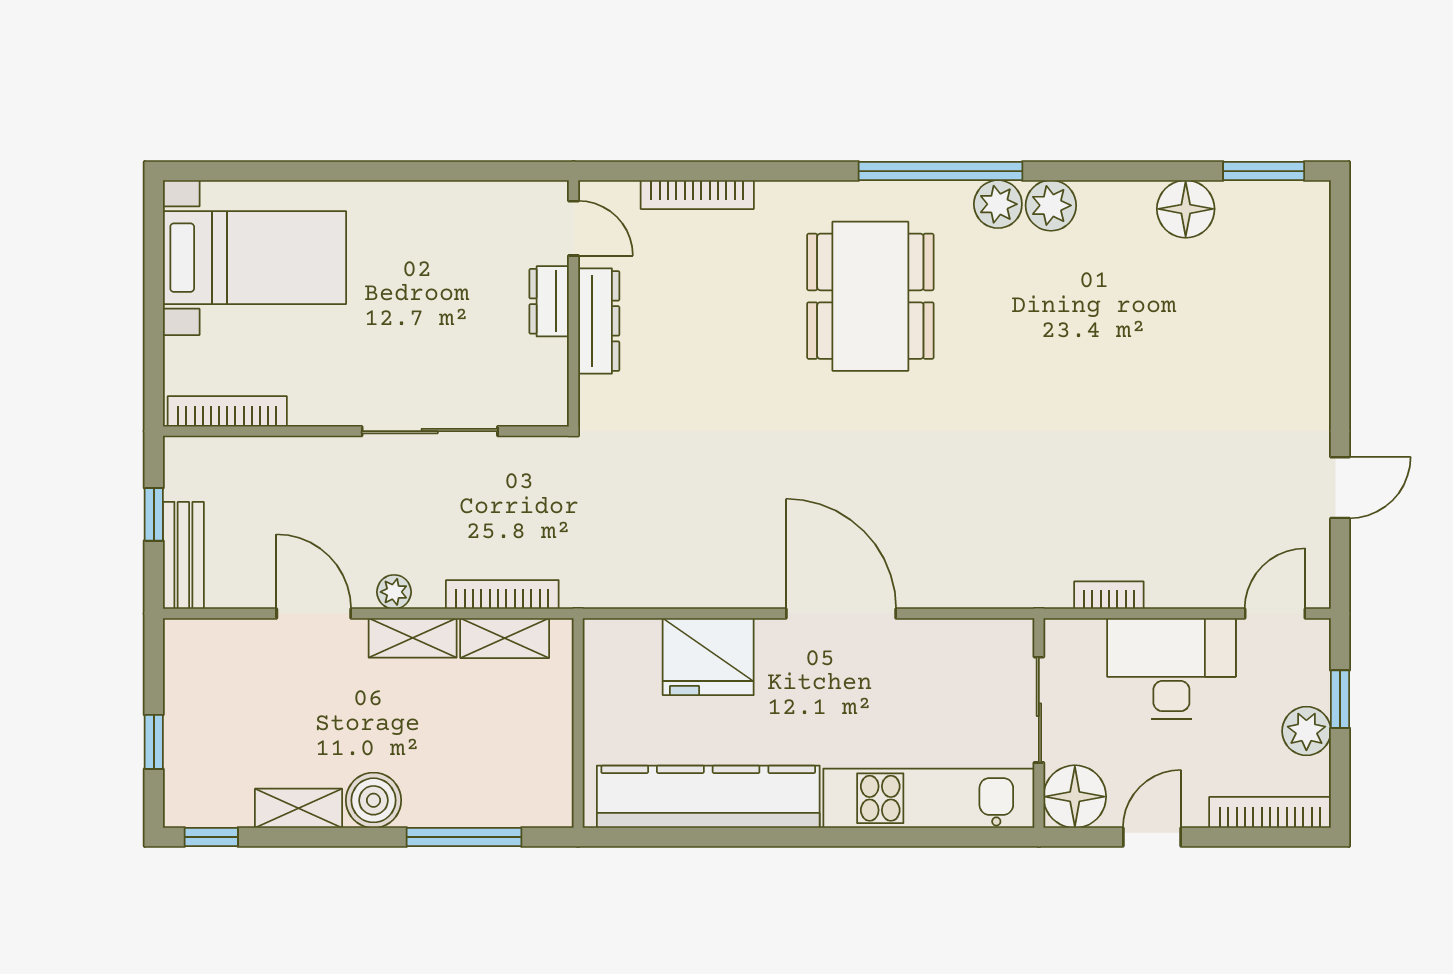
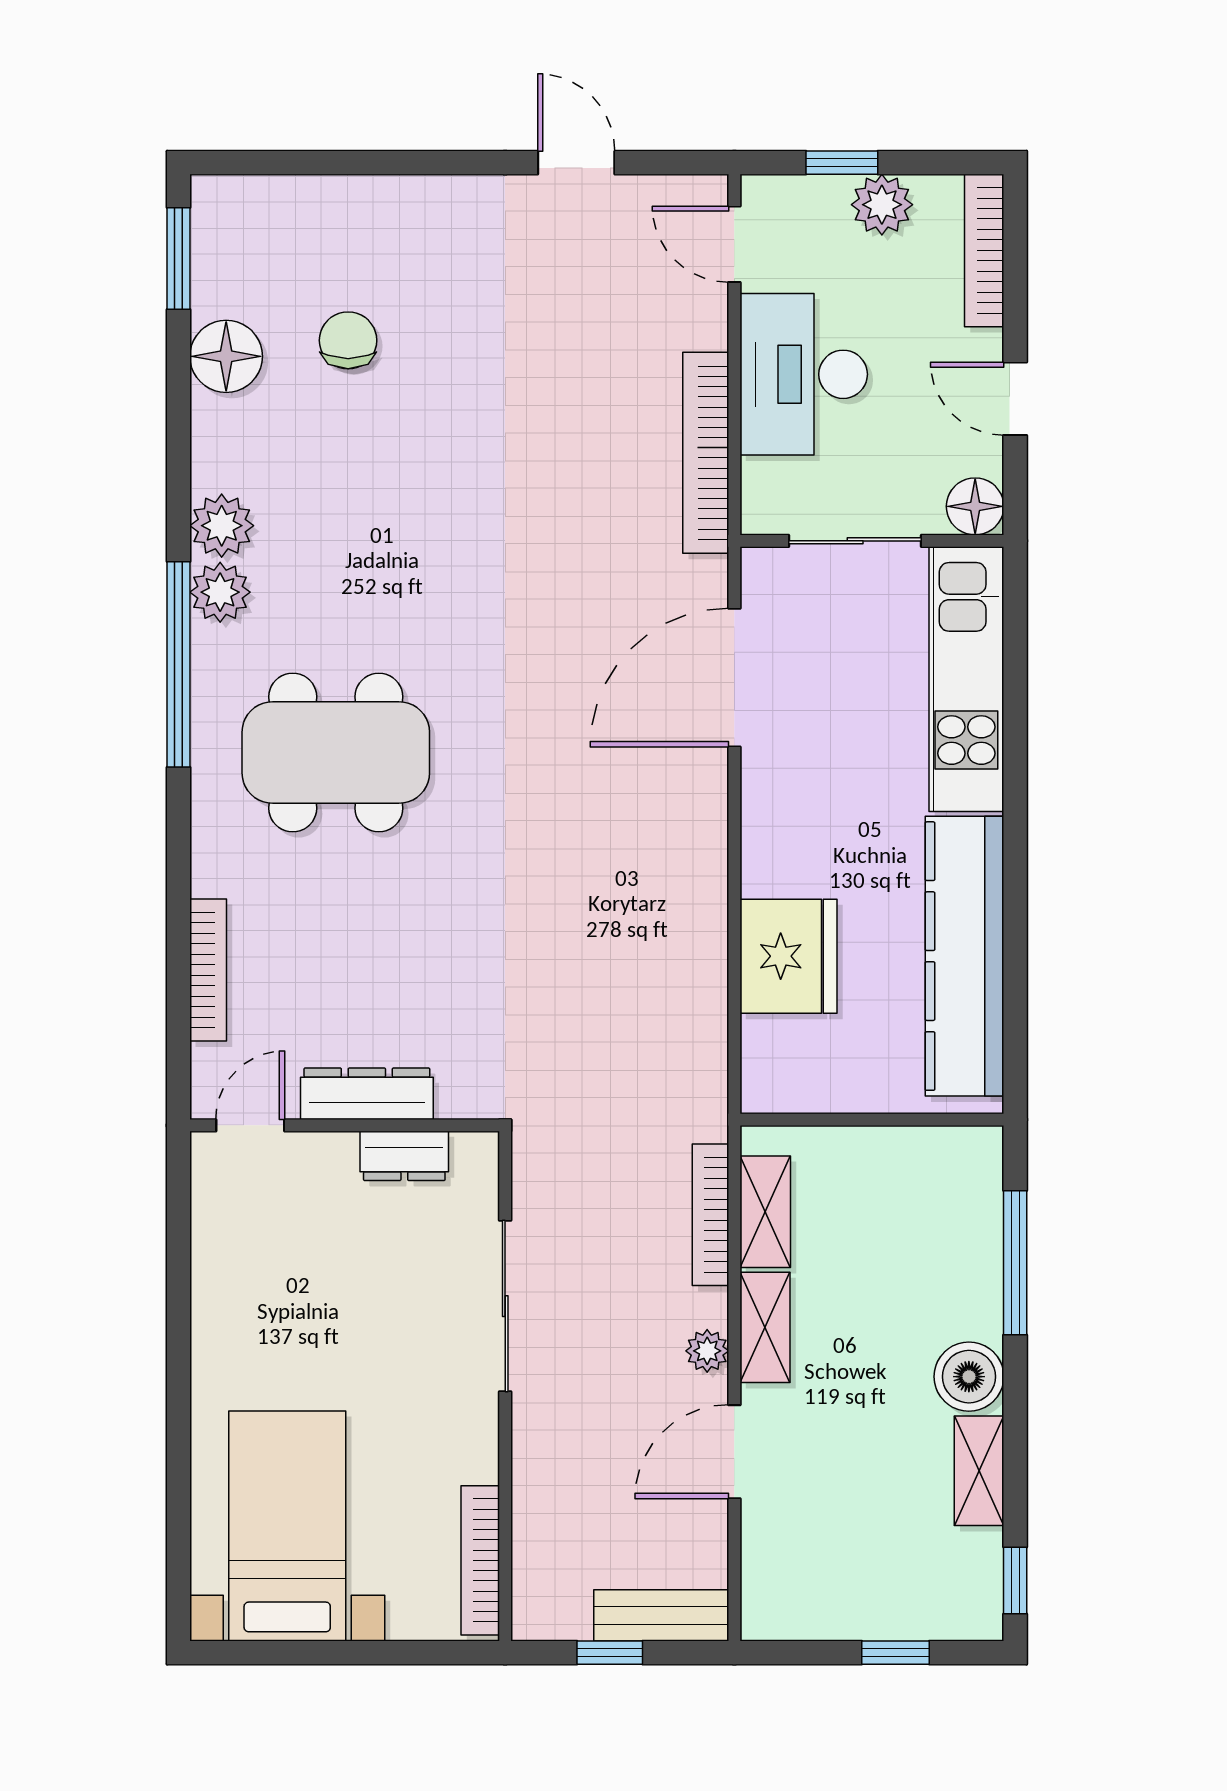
dresser: (549, 301) -> (404, 1156), moved
chair: (1198, 306) -> (348, 340), added
bookcase: (1109, 595) -> (706, 453), width x2.31, depth x1.31
door: (841, 614) -> (734, 678), moved
floor lamp: (1075, 797) -> (975, 506), width x0.73, depth x0.73

